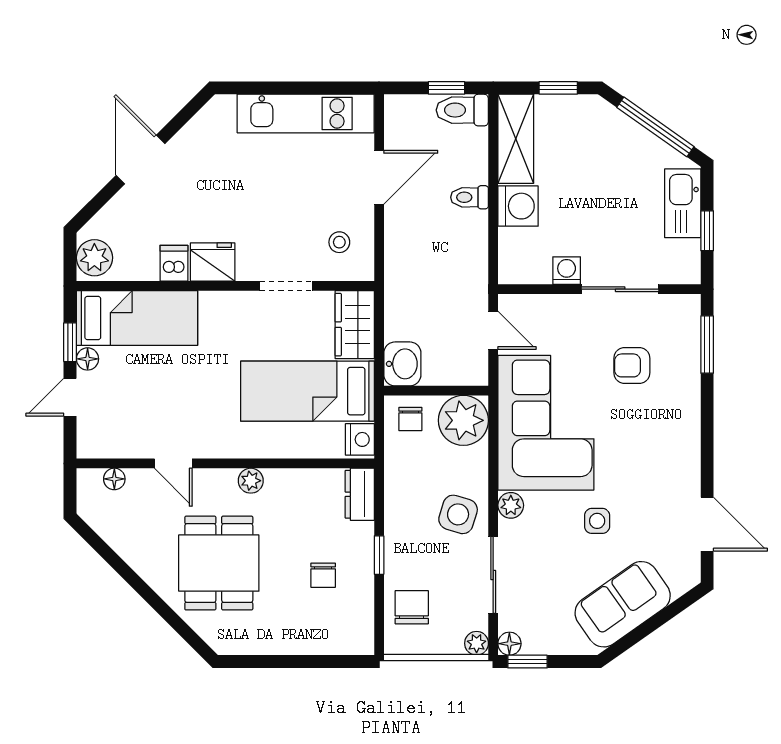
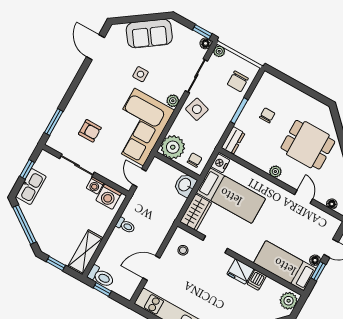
toilet: (470, 197) -> (126, 226), moved
washing machine: (518, 206) -> (109, 197), moved, turned -90
window: (379, 555) -> (239, 111), width x1.50
dining table: (219, 563) -> (308, 145), turned 90

